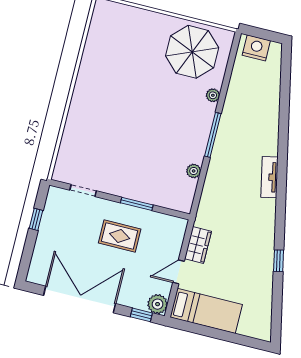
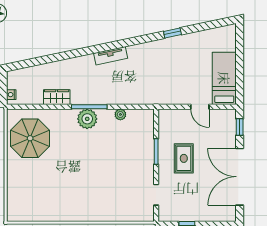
nightstand: (256, 48) -> (11, 95), width x0.53, depth x0.56
plant: (213, 95) -> (87, 119), moved, width x1.87, depth x1.87
wardrobe: (198, 245) -> (57, 97), moved
plant: (158, 304) -> (228, 117), removed

